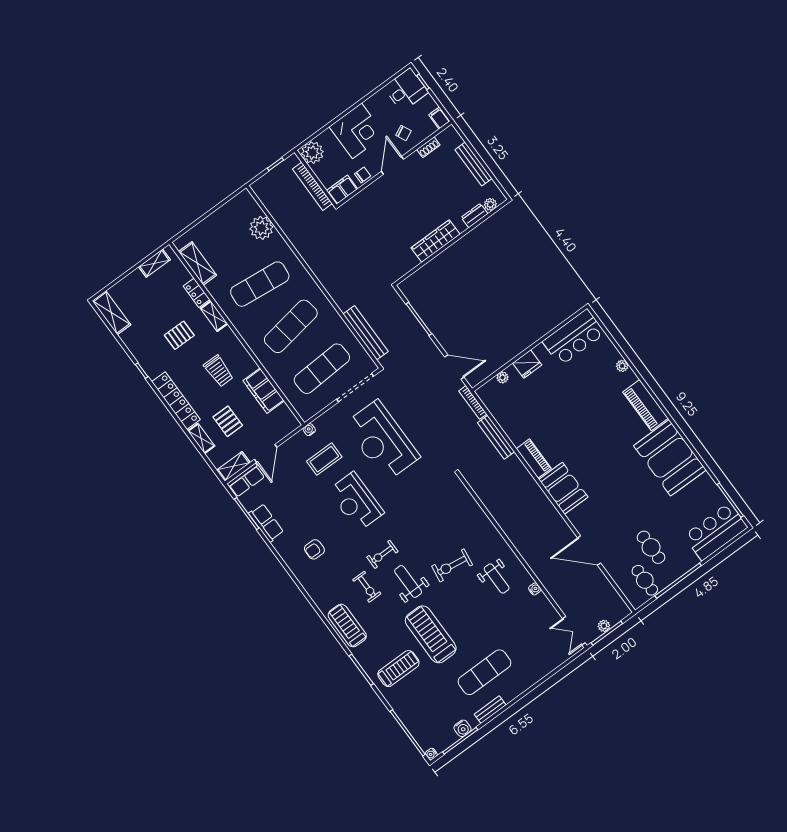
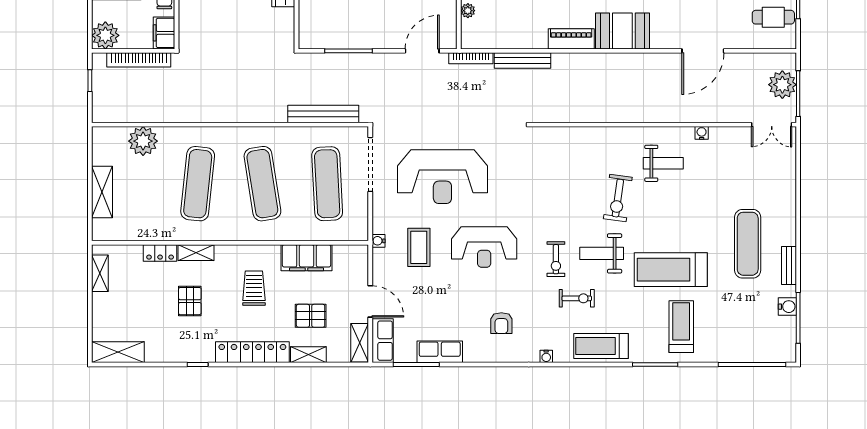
shelving: (197, 263) -> (102, 192), moved, turned 90
trolley: (219, 371) -> (254, 288), turned -90
plant: (604, 626) -> (782, 85), width x1.87, depth x1.87
water cooler: (431, 754) -> (546, 356), moved

